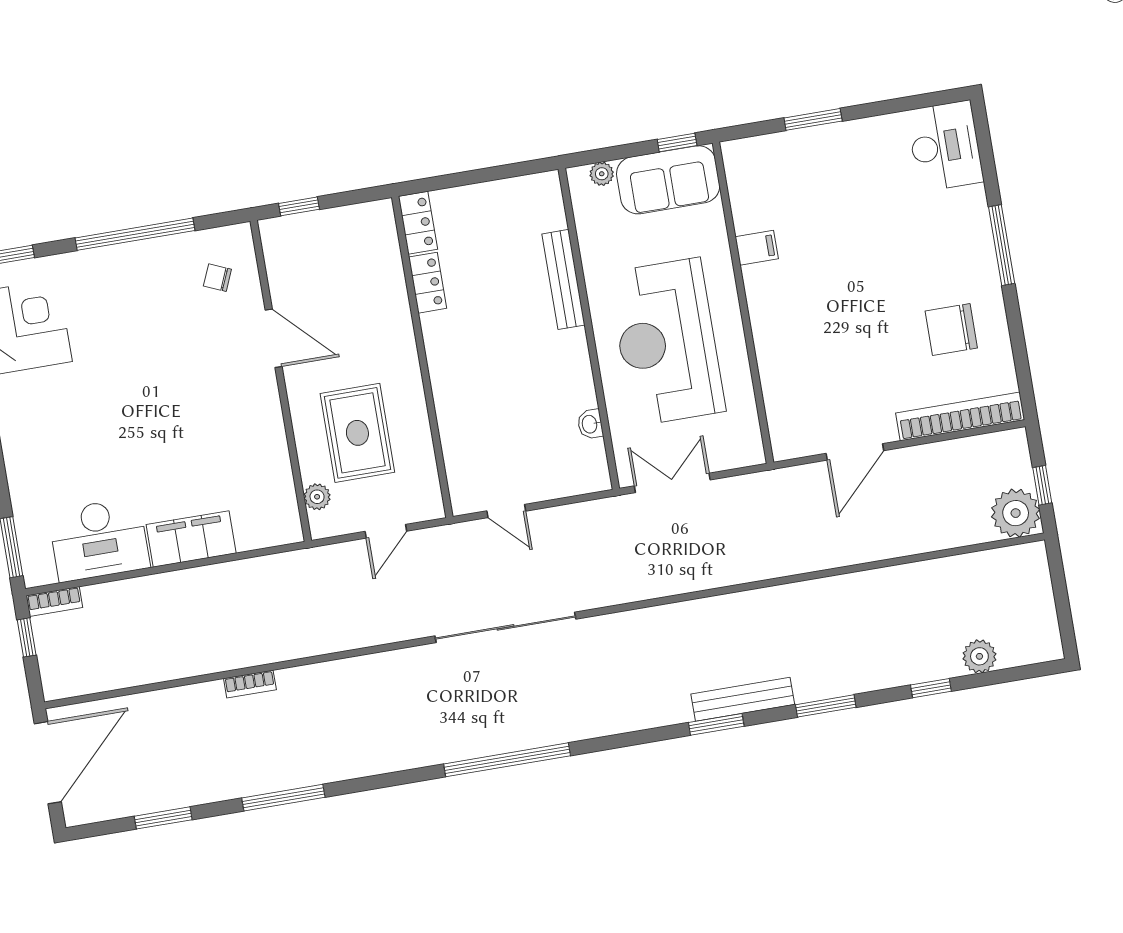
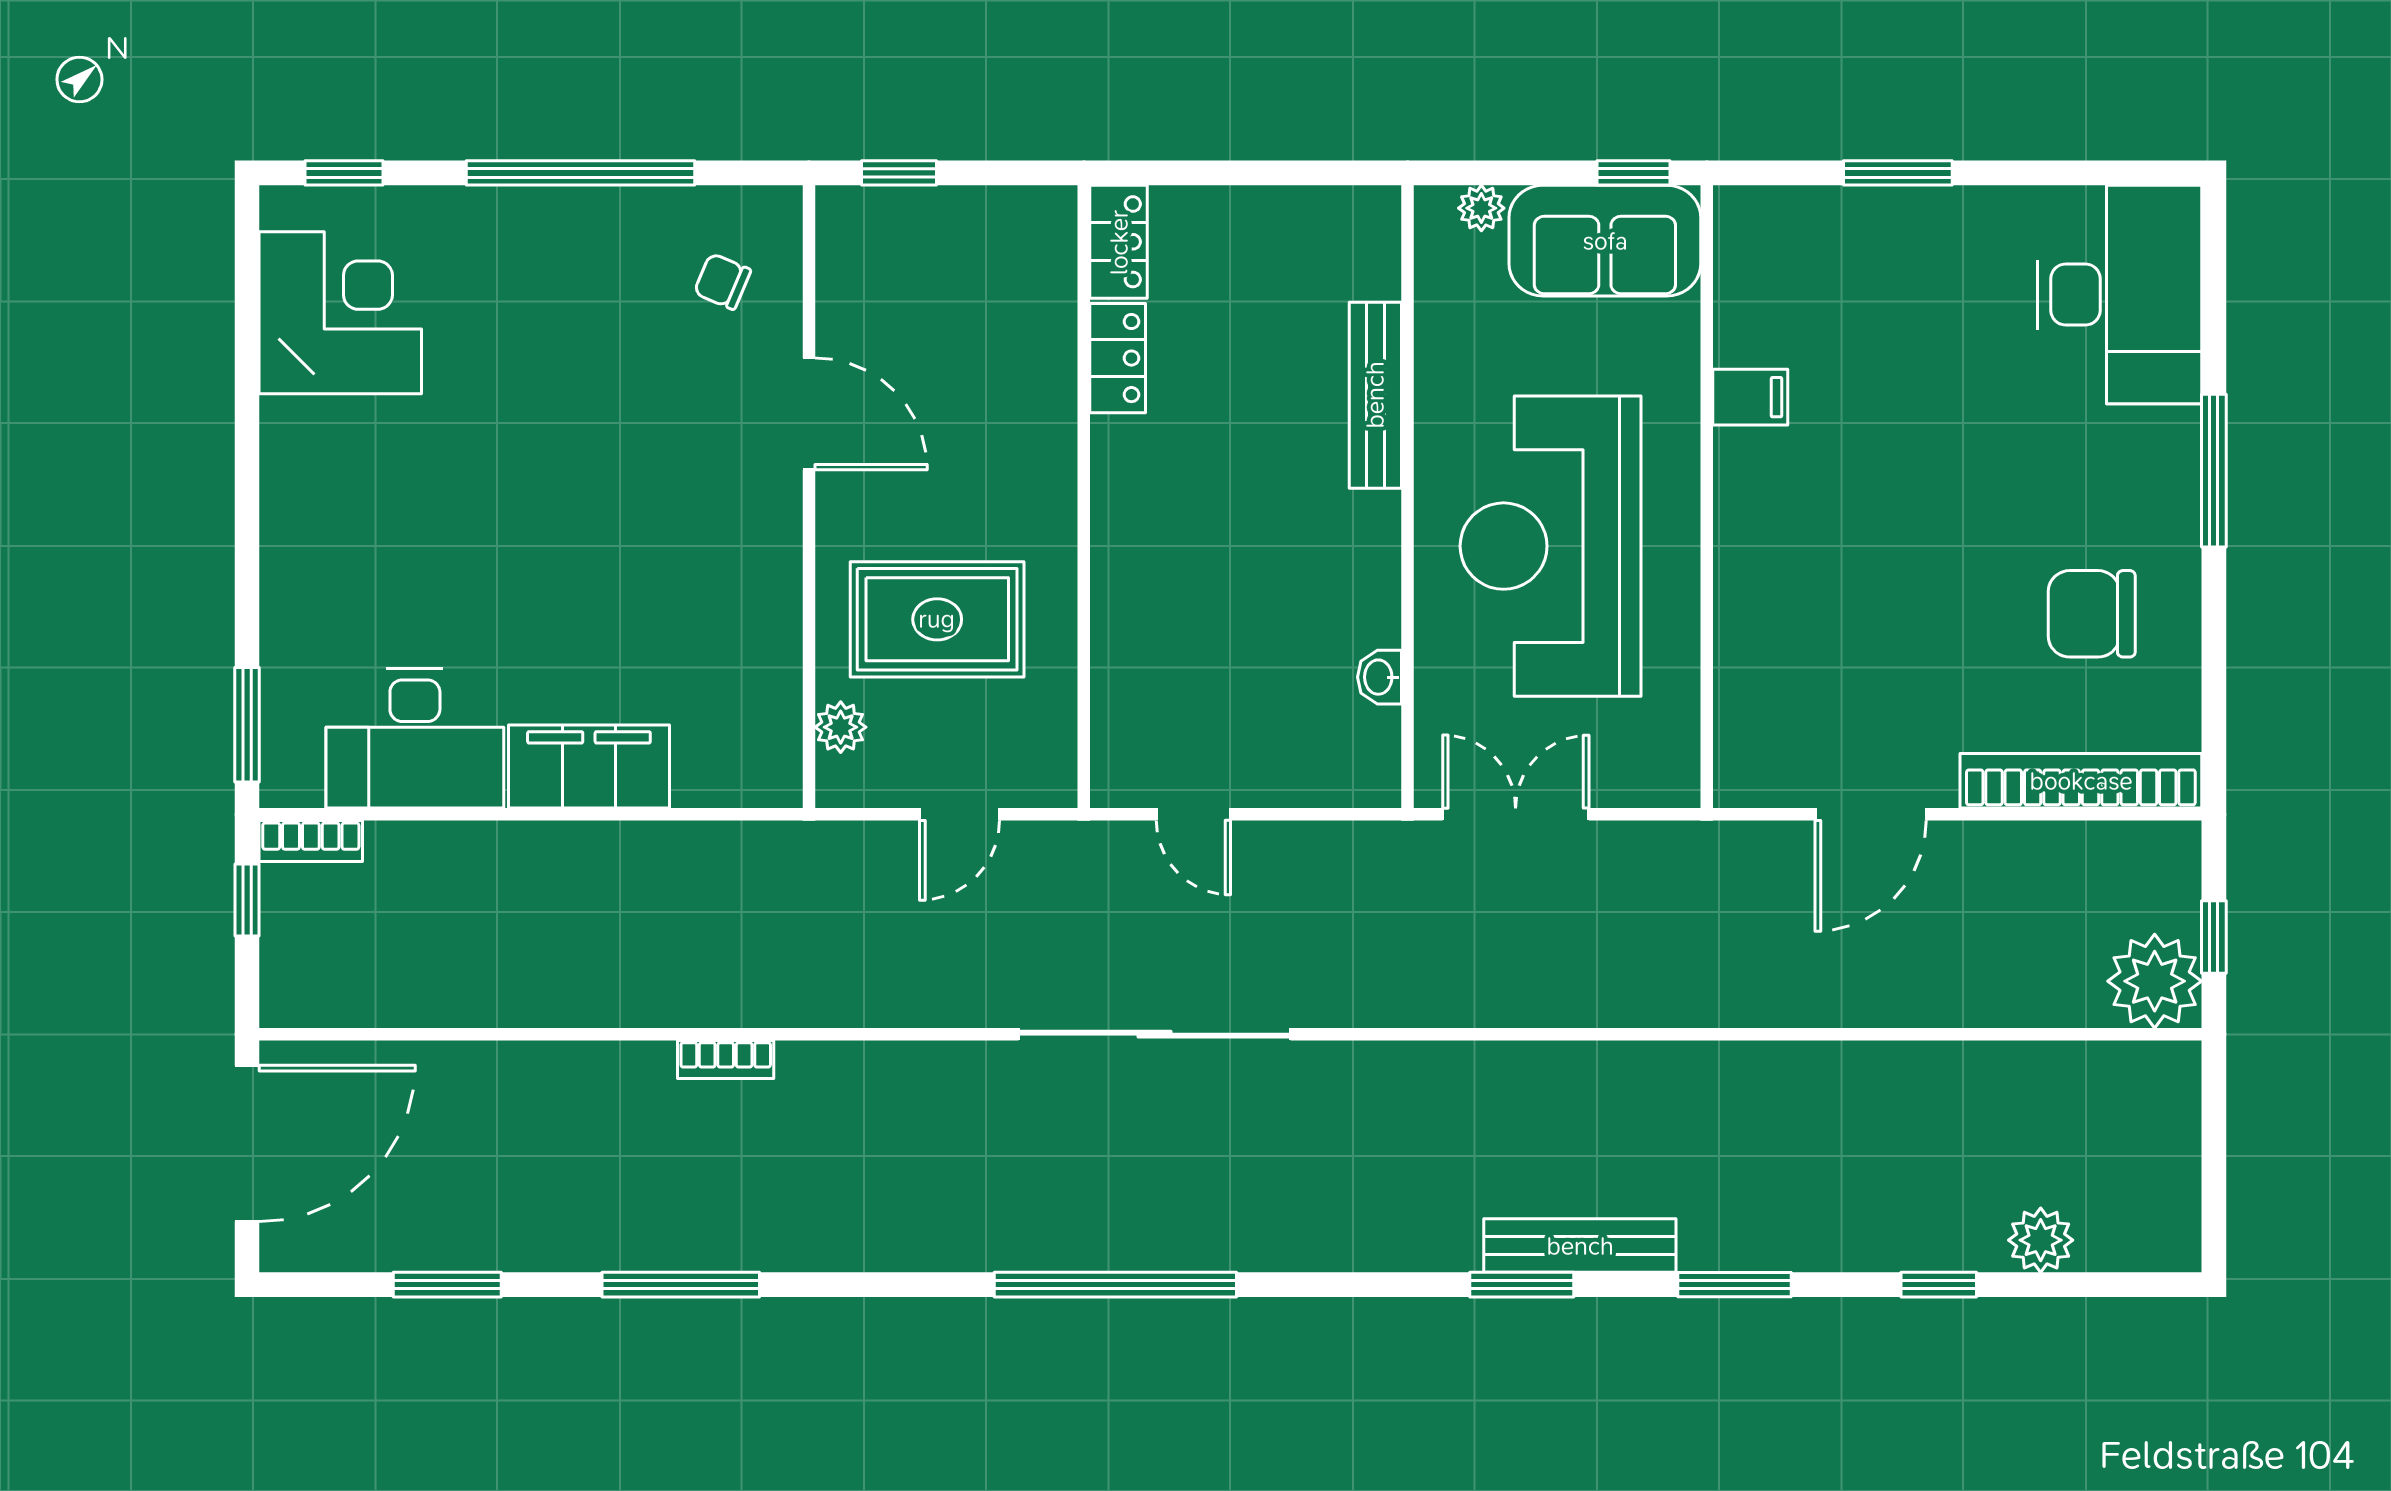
desk: (945, 146) -> (2120, 295), width x1.36, depth x1.30
rug: (357, 433) -> (937, 619), turned 90
bookcase: (250, 684) -> (726, 1059), moved

